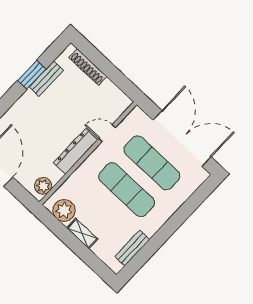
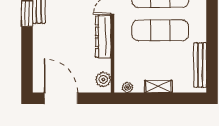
plant: (64, 210) -> (127, 87), width x0.53, depth x0.53
bench: (132, 248) -> (200, 65), width x1.36

